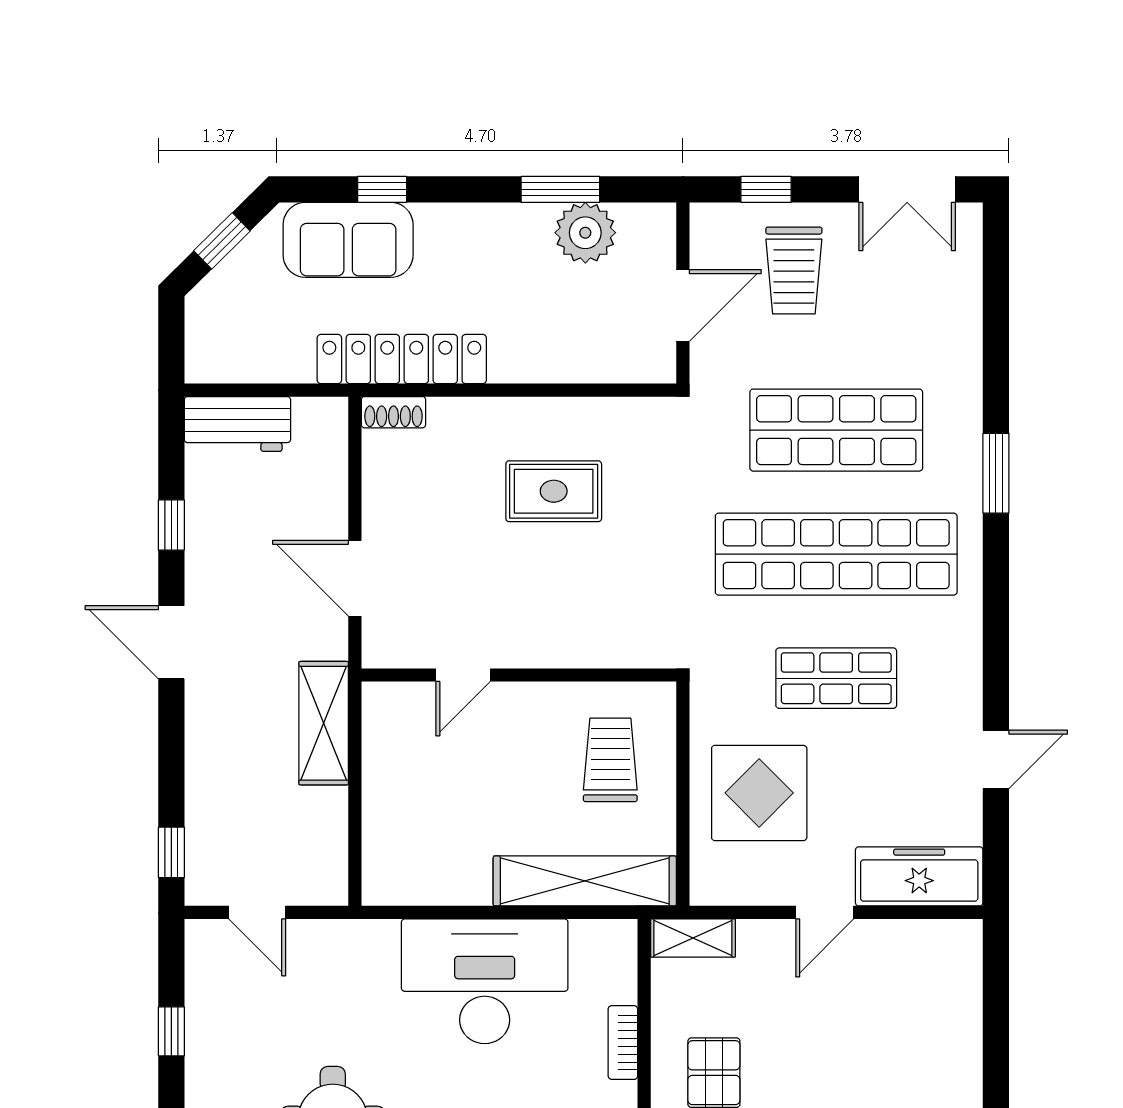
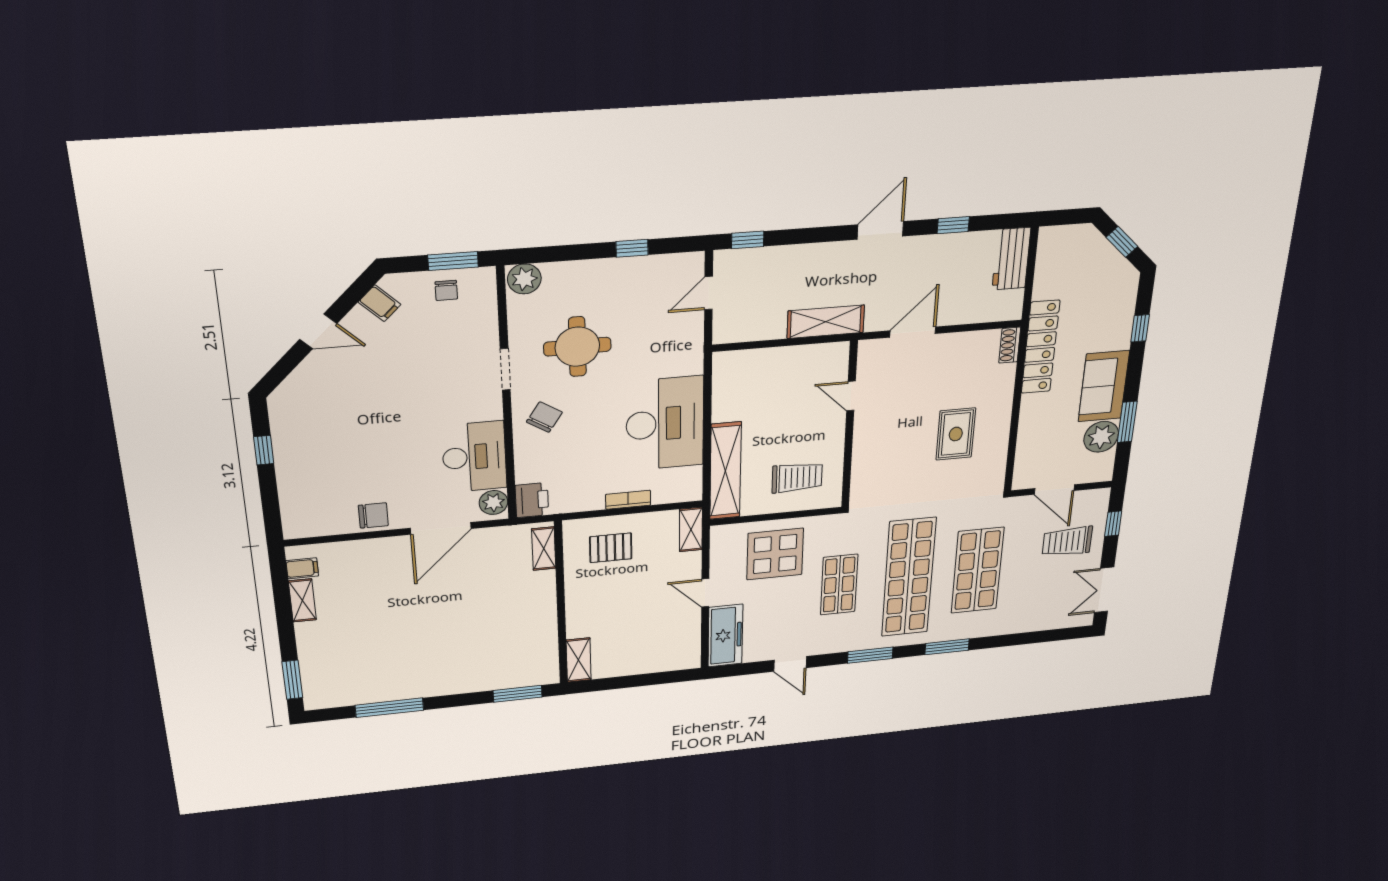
sofa: (348, 240) -> (1104, 386), moved
window: (996, 614) -> (870, 655), added

